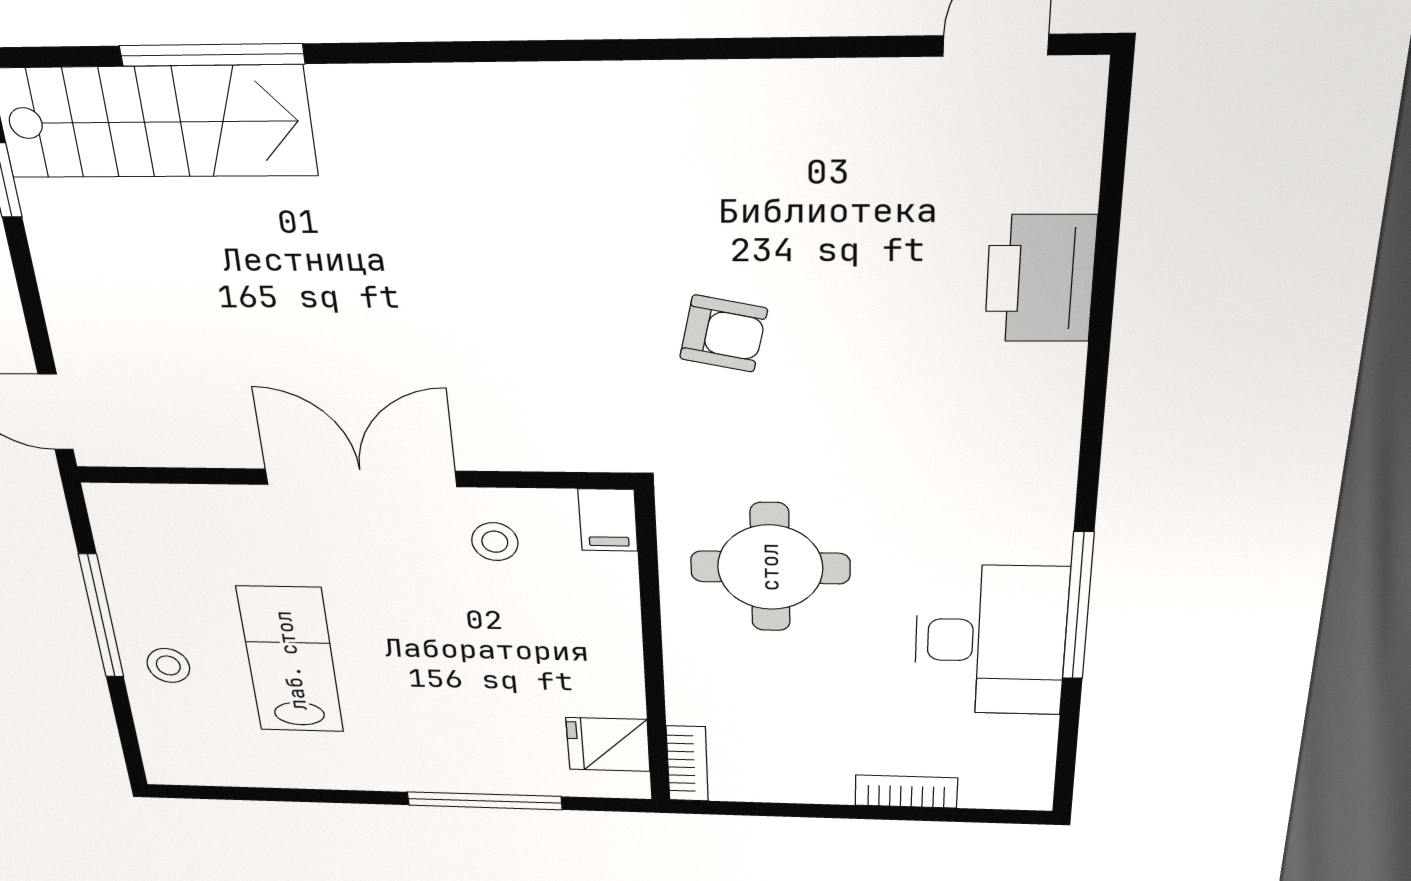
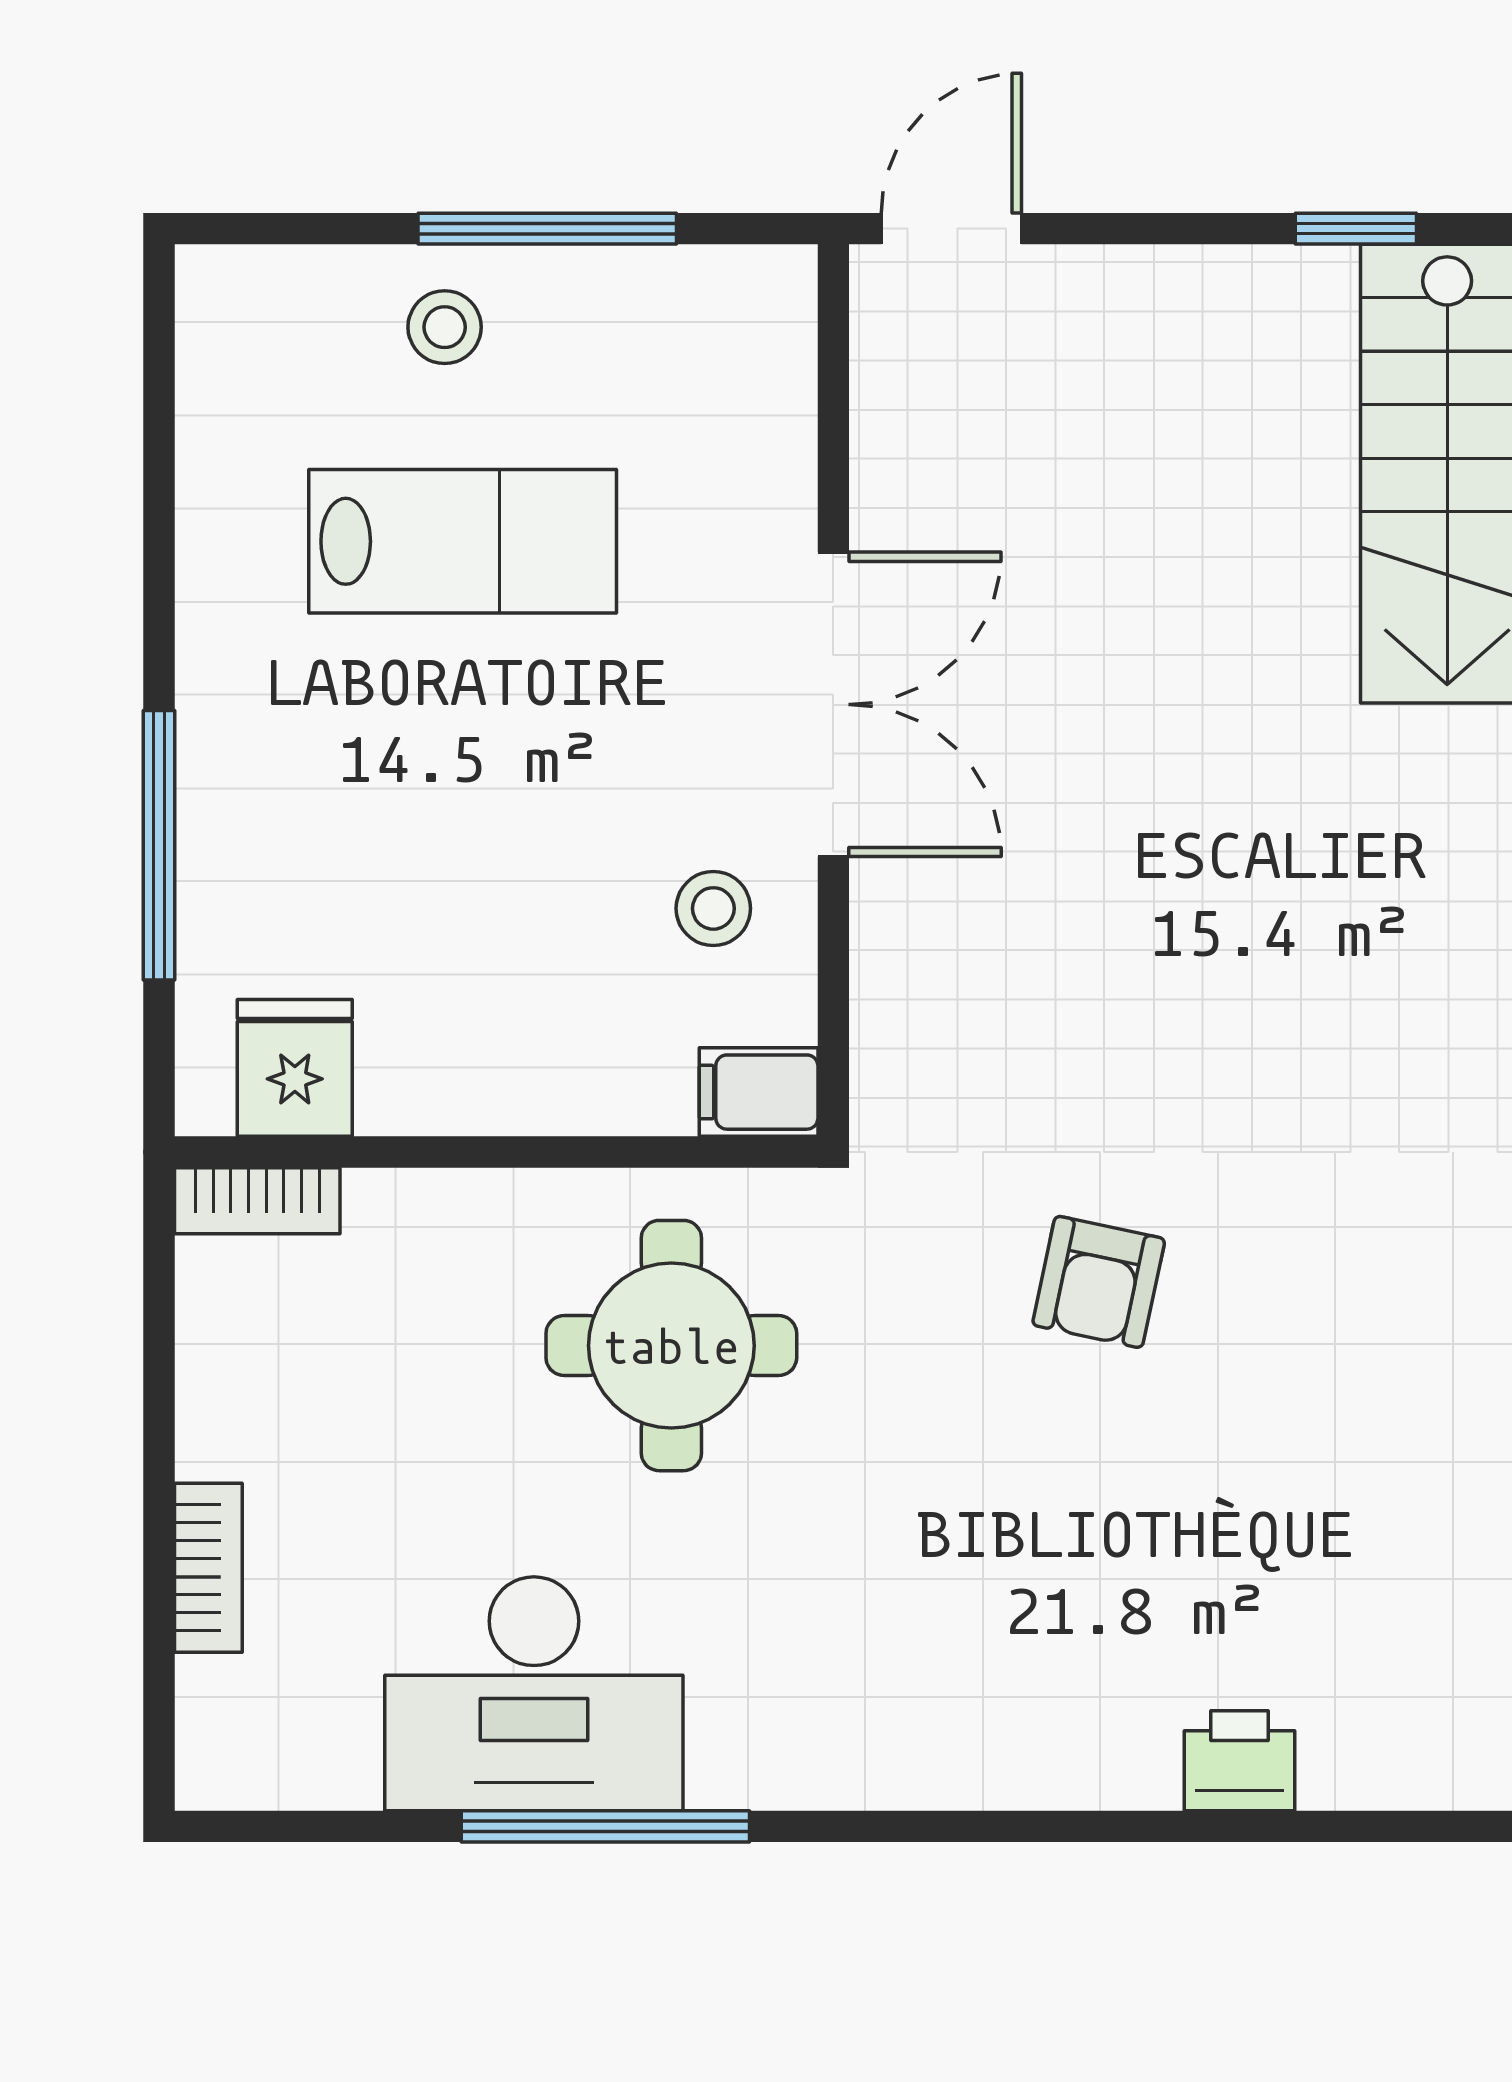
printer: (1040, 279) -> (1240, 1761), width x0.53, depth x0.68

